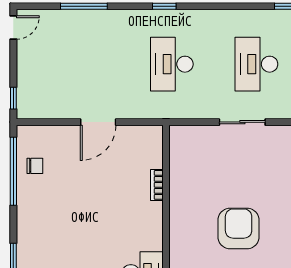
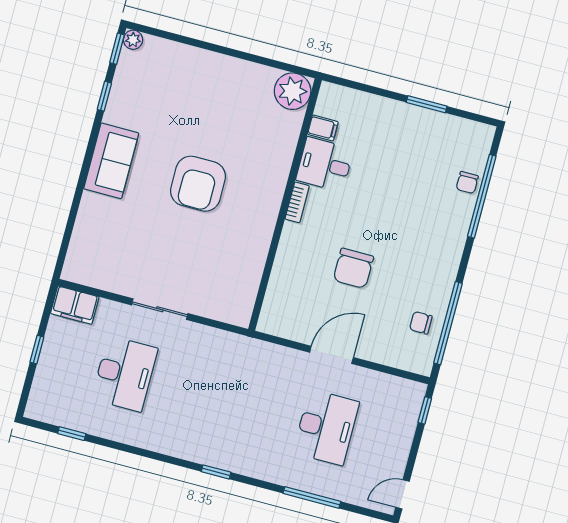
desk: (172, 64) -> (326, 427), moved
bookcase: (157, 185) -> (297, 202), moved
chair: (99, 195) -> (353, 268), added

